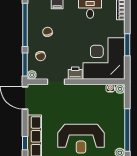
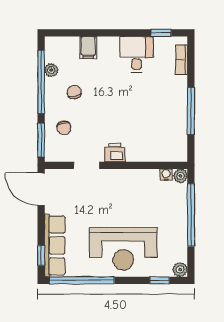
window: (127, 45) -> (191, 111), width x1.44
corner desk: (104, 59) -> (157, 131), removed
plant: (32, 75) -> (51, 70), moved
window: (127, 130) -> (191, 215), moved

